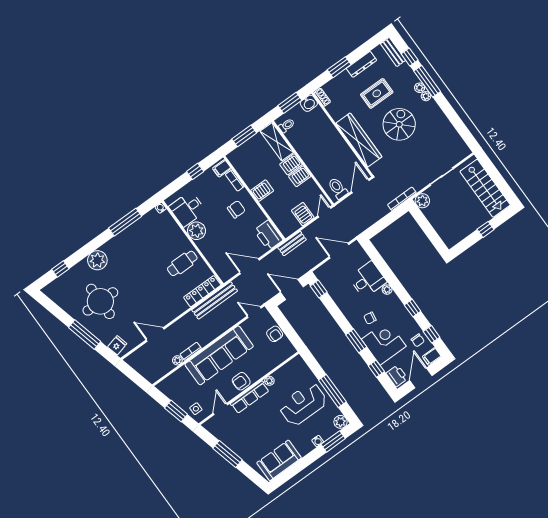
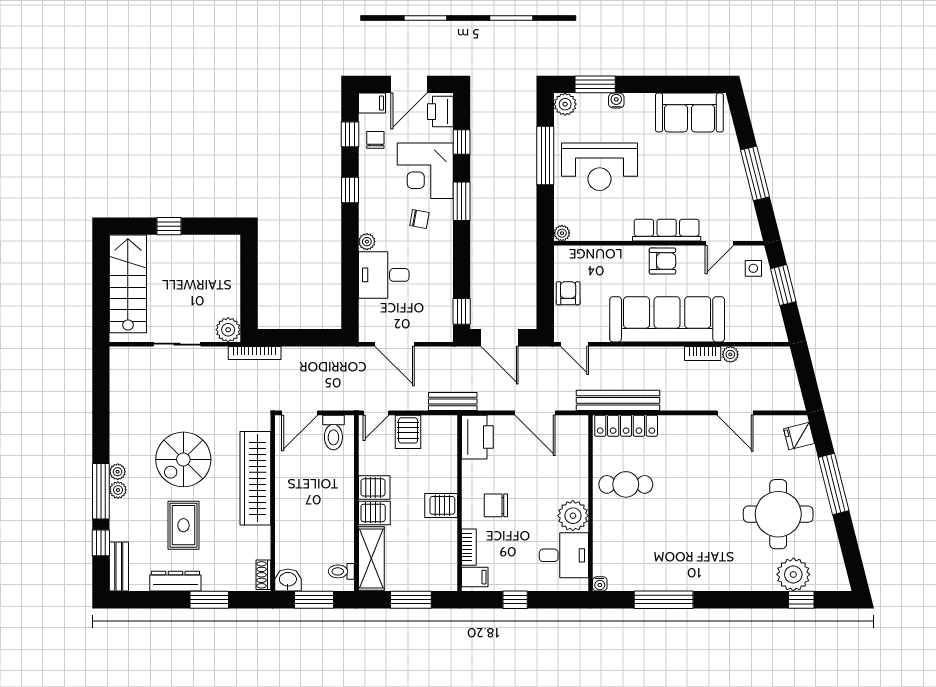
rug: (377, 93) -> (183, 525), turned 90
plant: (97, 260) -> (793, 574), moved
plant: (269, 381) -> (562, 233), moved

